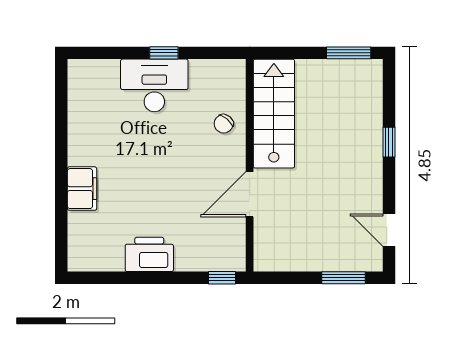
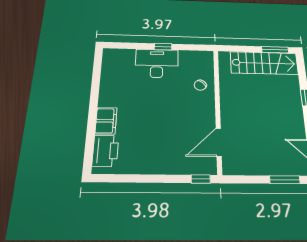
stairs: (274, 114) -> (264, 63), moved, turned 90
door: (250, 194) -> (219, 142), moved
printer: (149, 254) -> (105, 151), moved, turned 90

